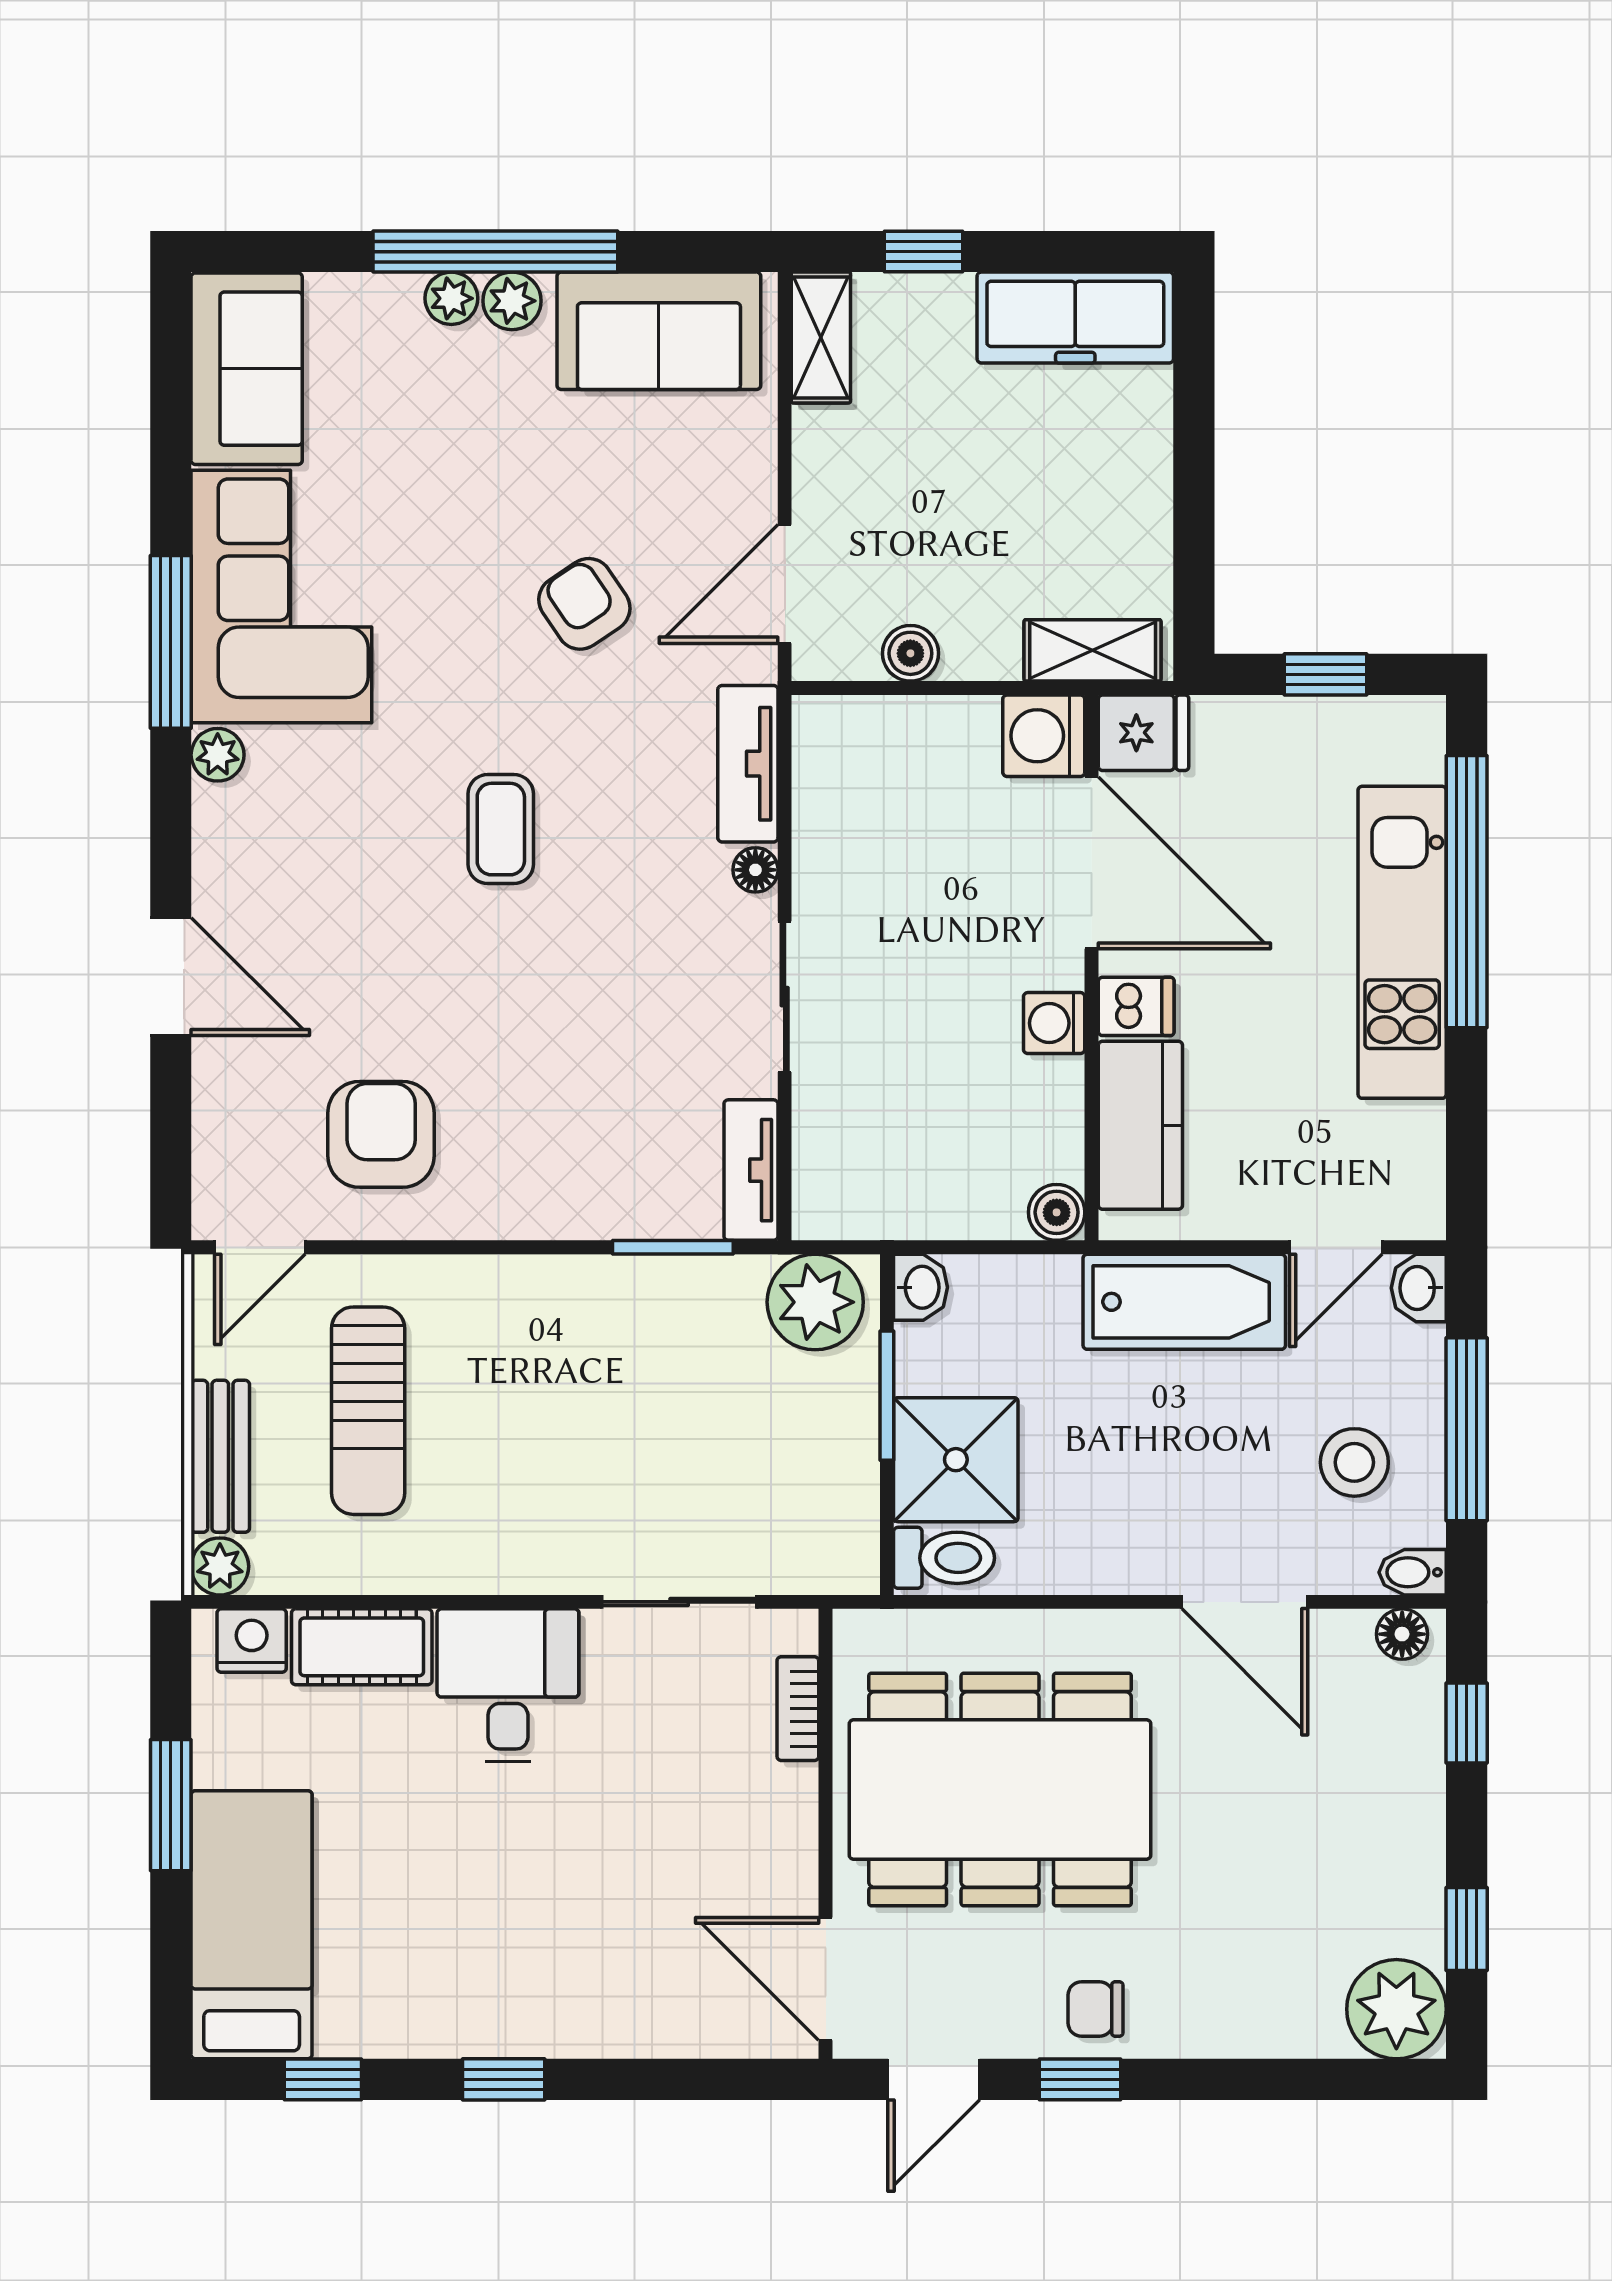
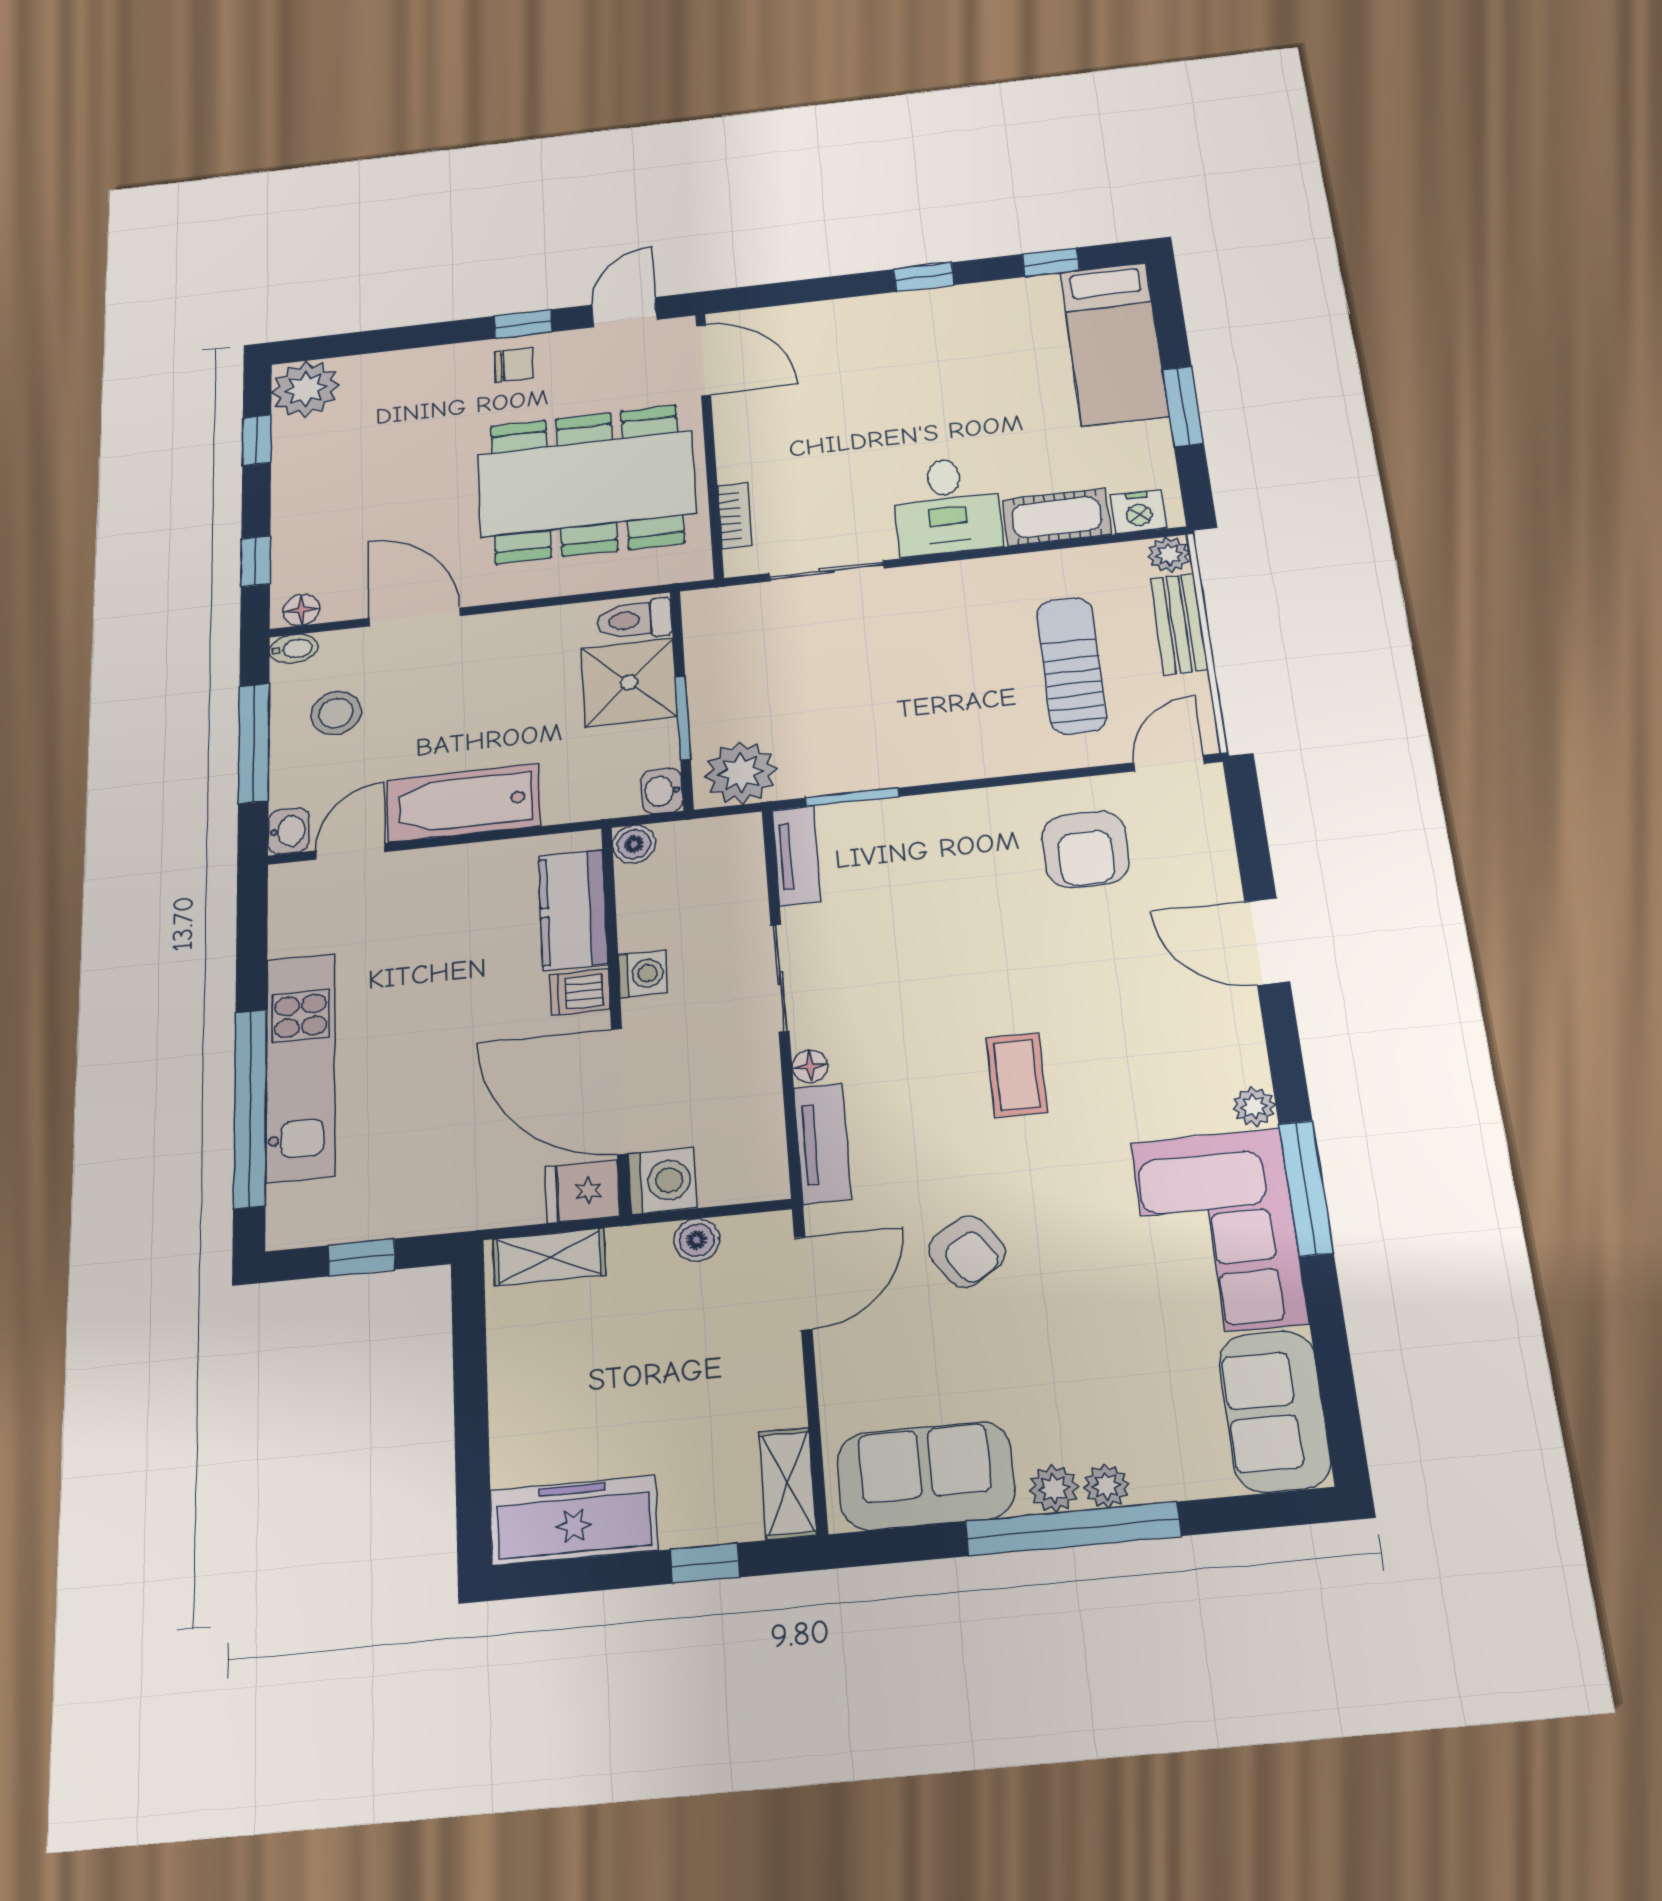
fridge: (1143, 733) -> (583, 1191), moved
washing machine: (1044, 736) -> (662, 1181), moved
door: (1092, 863) -> (620, 1091), moved
wall: (1092, 968) -> (616, 1016), moved
dishwasher: (1136, 1006) -> (580, 992), moved
washing machine: (1054, 1023) -> (643, 974), moved
kitchen counter: (1140, 1125) -> (573, 910), moved
boiler: (1057, 1212) -> (634, 844), moved

